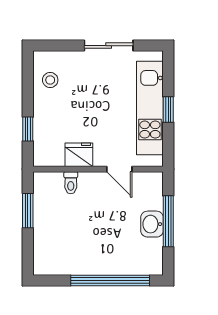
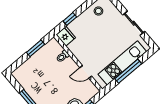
window: (168, 110) -> (128, 71), width x2.17
fridge: (79, 155) -> (66, 36), moved
door: (119, 169) -> (86, 72), hinge flipped

